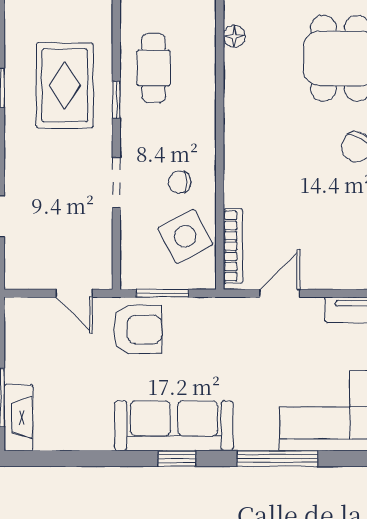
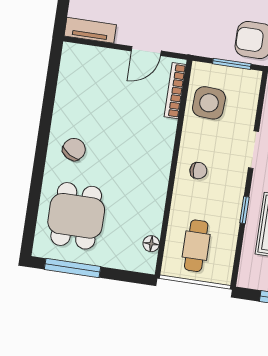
cafe table: (154, 68) -> (196, 246), moved
chair: (180, 182) -> (198, 171), moved
side table: (185, 236) -> (209, 103), turned 31

